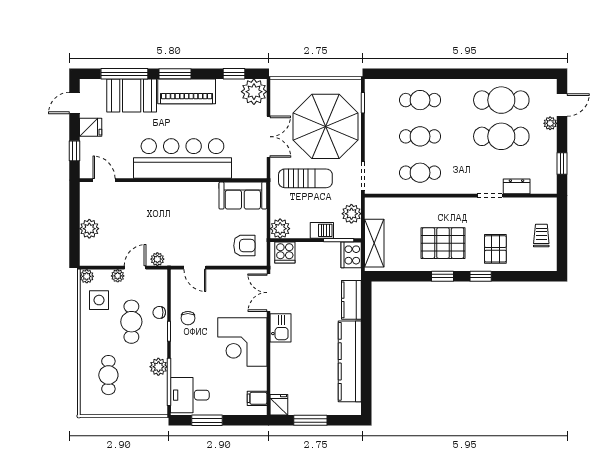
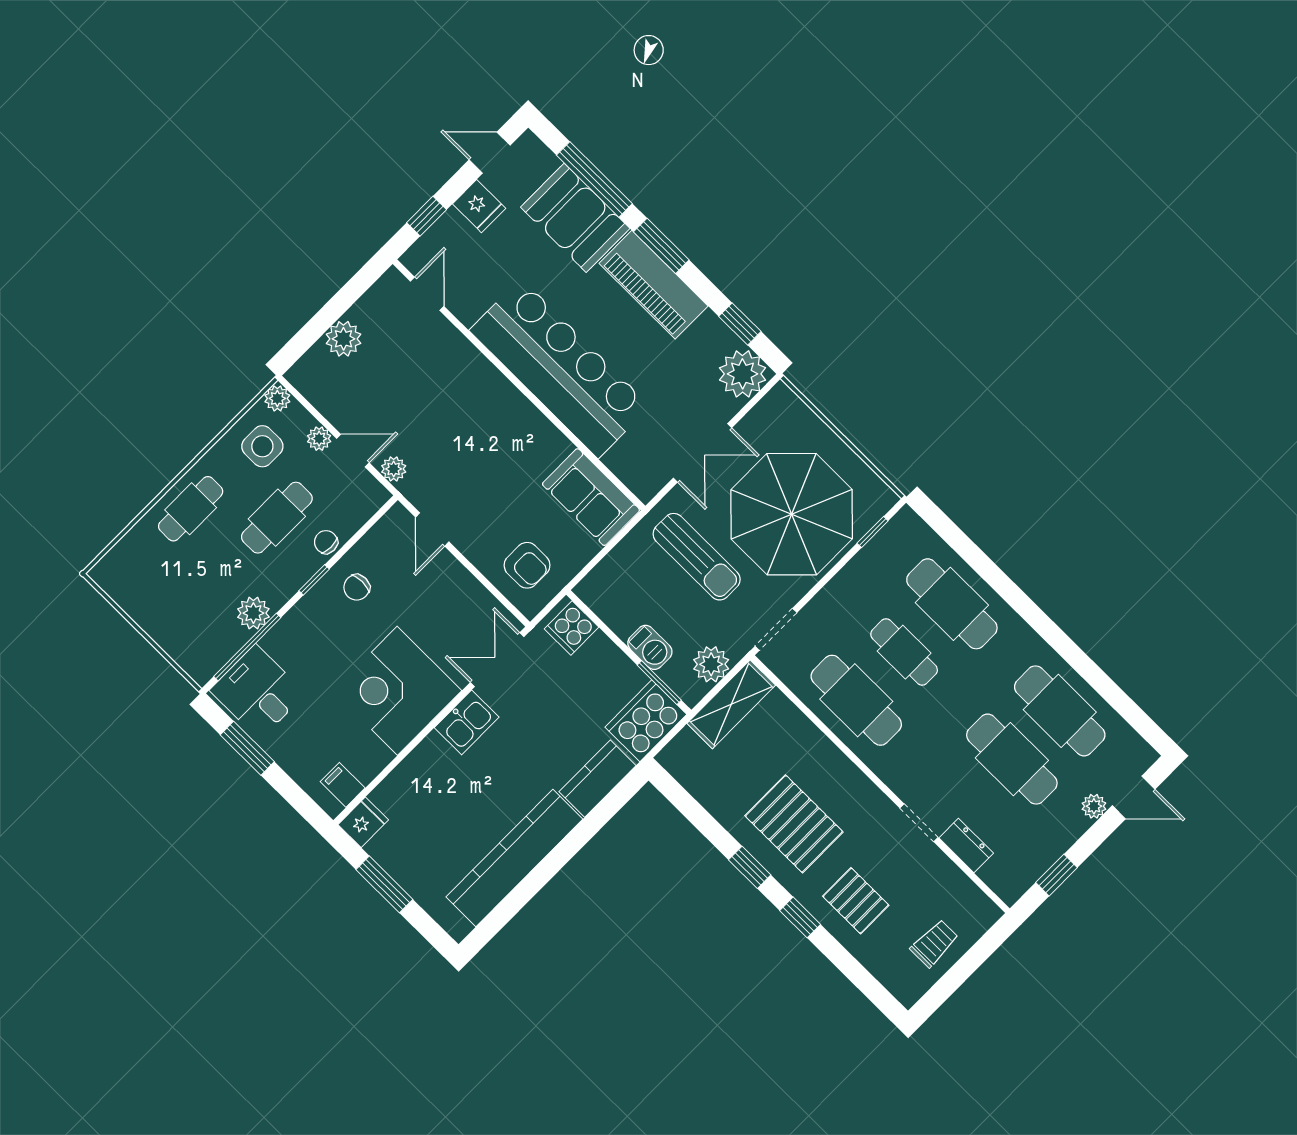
cafe table: (420, 100) -> (952, 604), width x1.37, depth x1.35
cafe table: (420, 173) -> (856, 700), width x1.37, depth x1.35
plant: (280, 229) -> (597, 590), removed
shelving: (374, 243) -> (731, 704), moved
pallet: (495, 249) -> (856, 901), turned 90
cooker: (351, 255) -> (646, 721), width x1.37, depth x1.31
cafe table: (108, 375) -> (191, 509), moved

